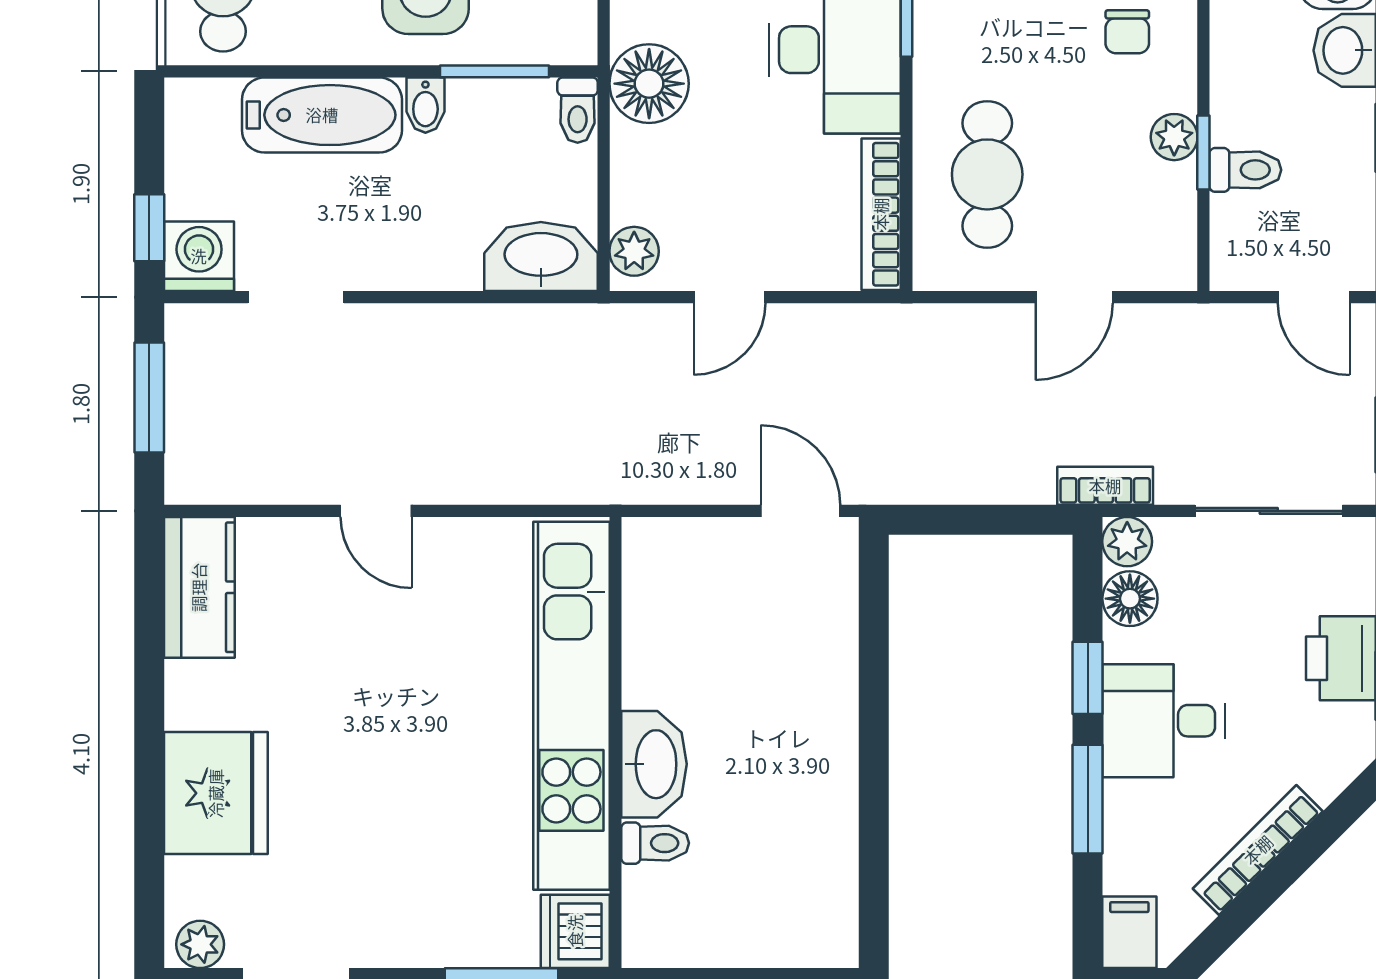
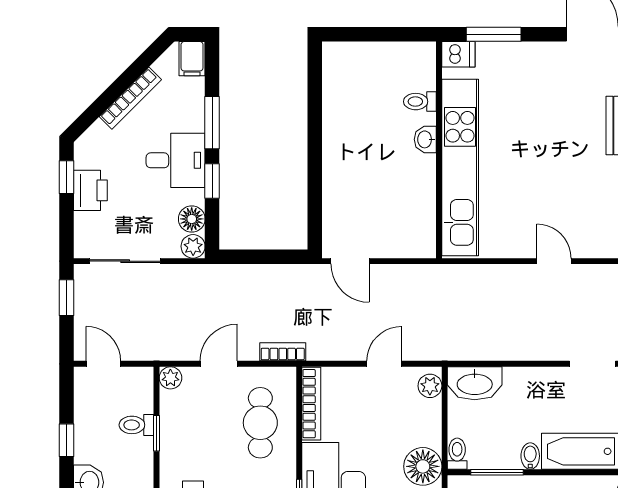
plant: (1174, 137) -> (170, 378), moved
bookcase: (1105, 486) -> (283, 352), moved, turned 180
washbasin: (654, 764) -> (425, 139), width x0.52, depth x0.69
dishwasher: (575, 931) -> (458, 54), width x0.73

